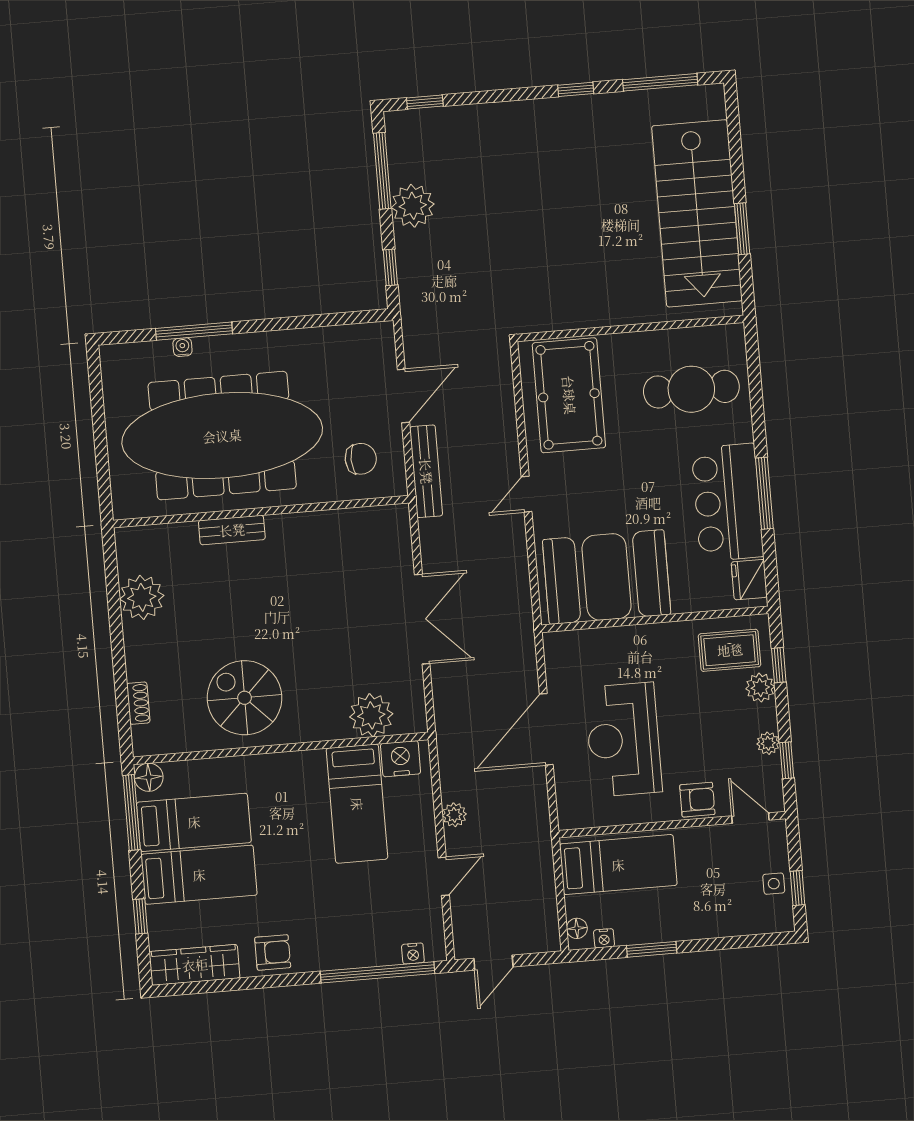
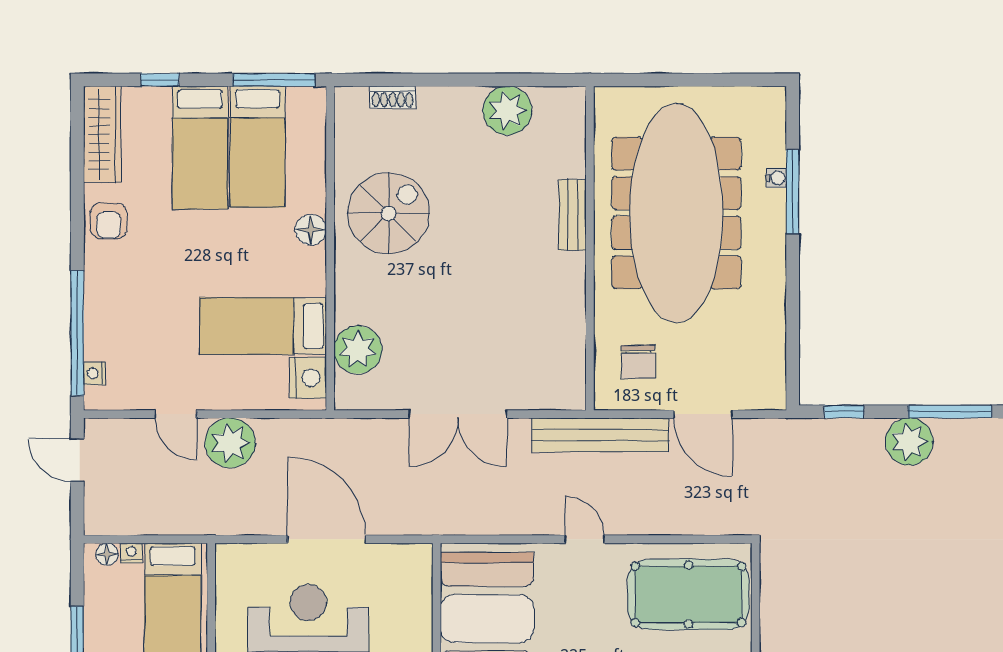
bench: (426, 471) -> (600, 435), width x1.37, depth x1.21
floor lamp: (149, 777) -> (311, 230), moved
plant: (454, 815) -> (230, 443), width x1.88, depth x1.88
nightstand: (604, 938) -> (131, 553), moved, turned 90

